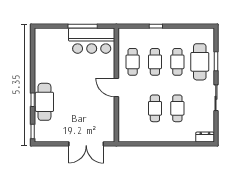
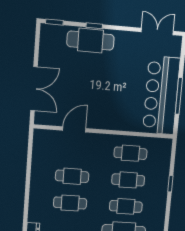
bar counter: (92, 41) -> (161, 95), width x1.36
double door: (33, 49) -> (157, 32), added
door: (116, 87) -> (74, 129), moved
double door: (86, 144) -> (34, 89), swing flipped

